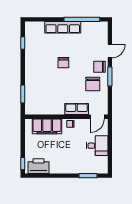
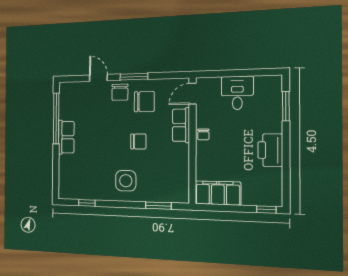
row of seats: (63, 27) -> (66, 137), width x0.68
chair: (63, 63) -> (138, 141), moved
side table: (39, 71) -> (126, 181), added
door: (97, 117) -> (193, 94), swing flipped
filing cabinet: (47, 126) -> (218, 193), moved, turned -90
printer: (39, 166) -> (270, 150), moved

